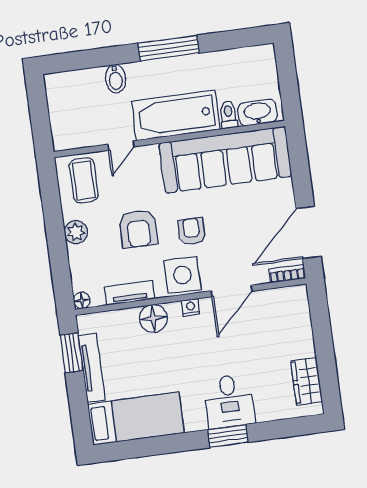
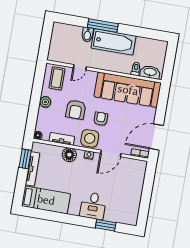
window: (169, 48) -> (103, 25), moved
bathtub: (176, 115) -> (114, 42), moved, turned 180
wardrobe: (307, 381) -> (133, 208), removed
window: (228, 436) -> (106, 225), moved

